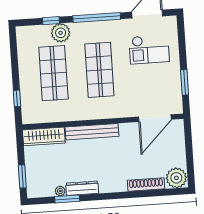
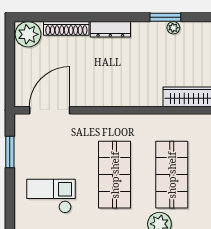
bench: (92, 132) -> (129, 99), removed
dresser: (82, 188) -> (110, 29), moved

